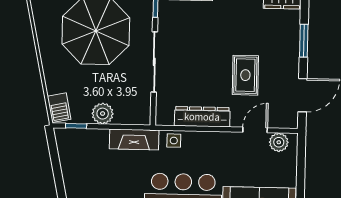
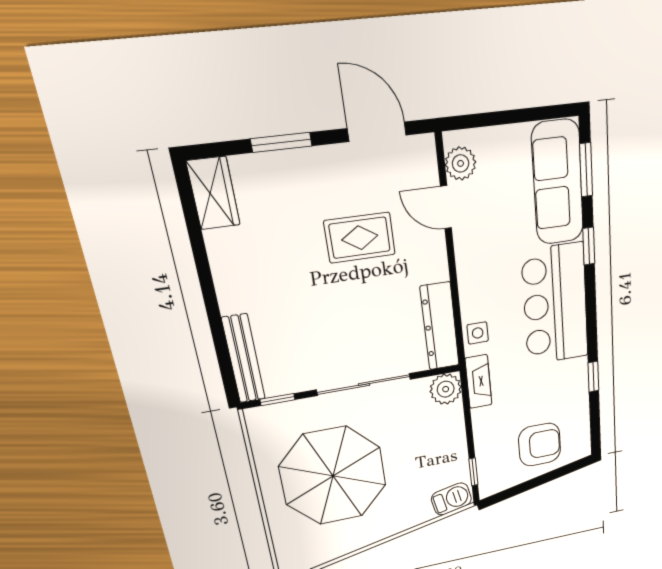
plant: (103, 114) -> (446, 389), moved
dresser: (202, 117) -> (440, 326), moved
fireplace: (134, 139) -> (478, 382), width x0.73, depth x0.76
armchair: (86, 176) -> (540, 445), added

